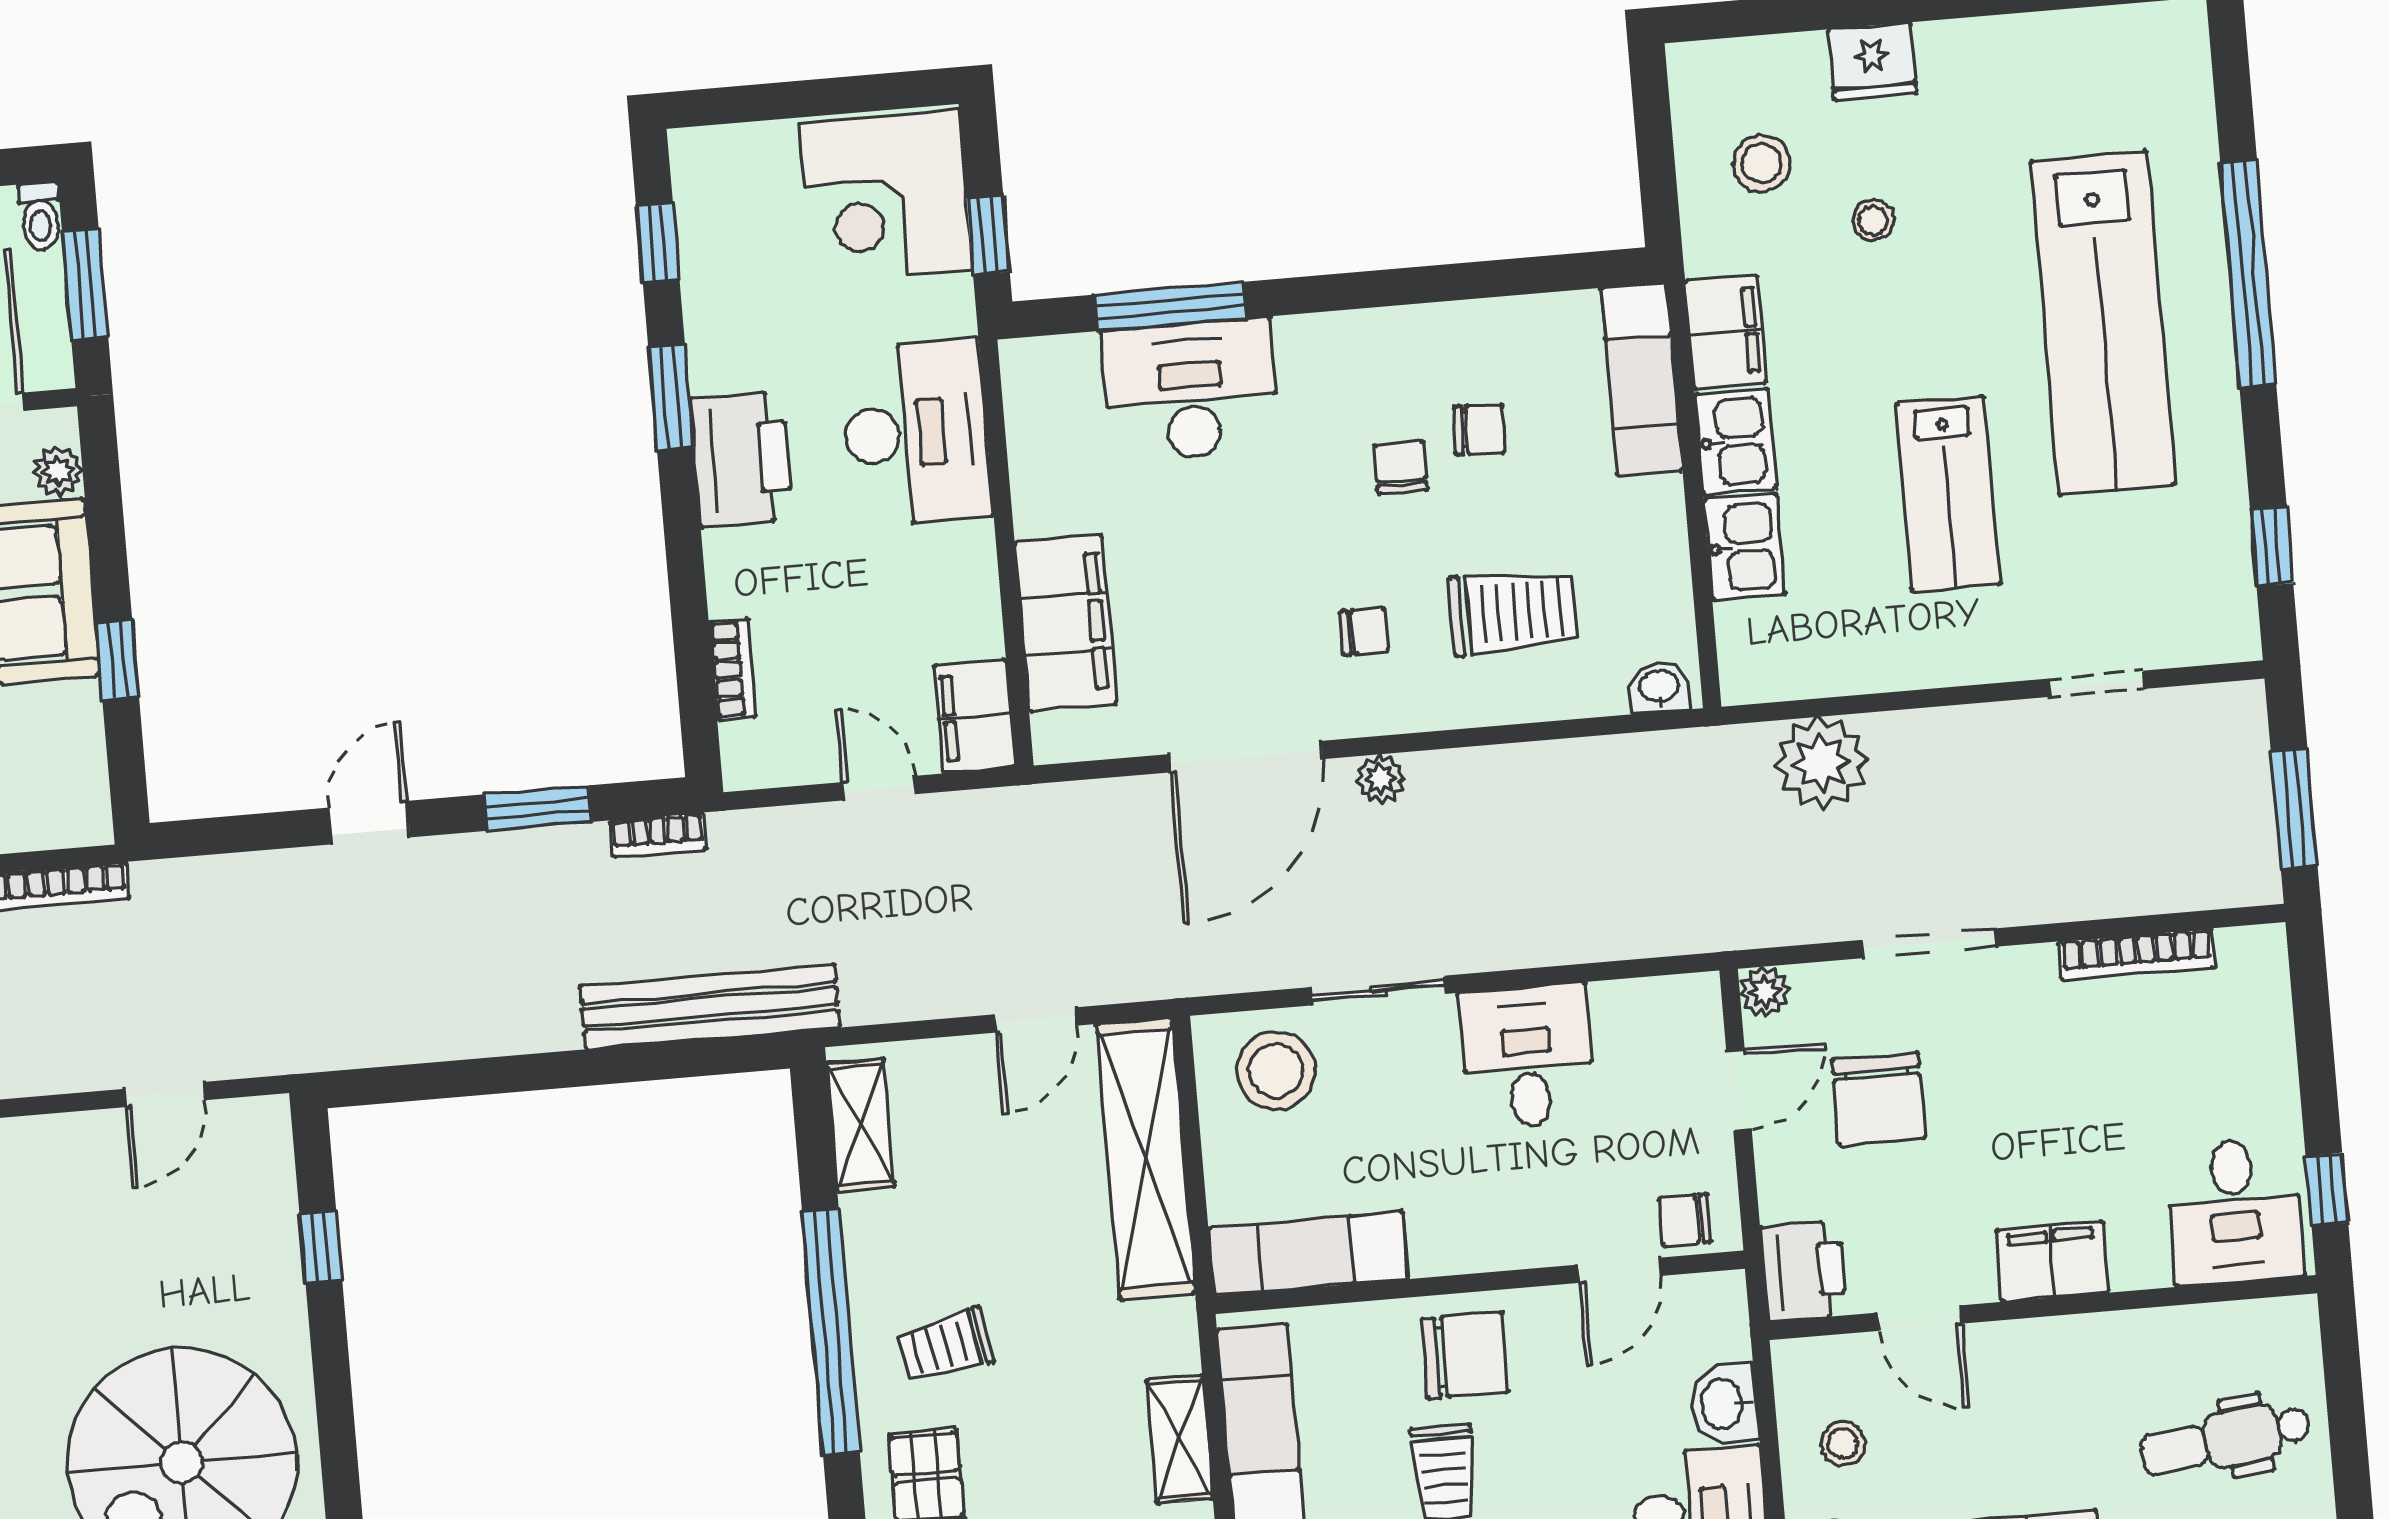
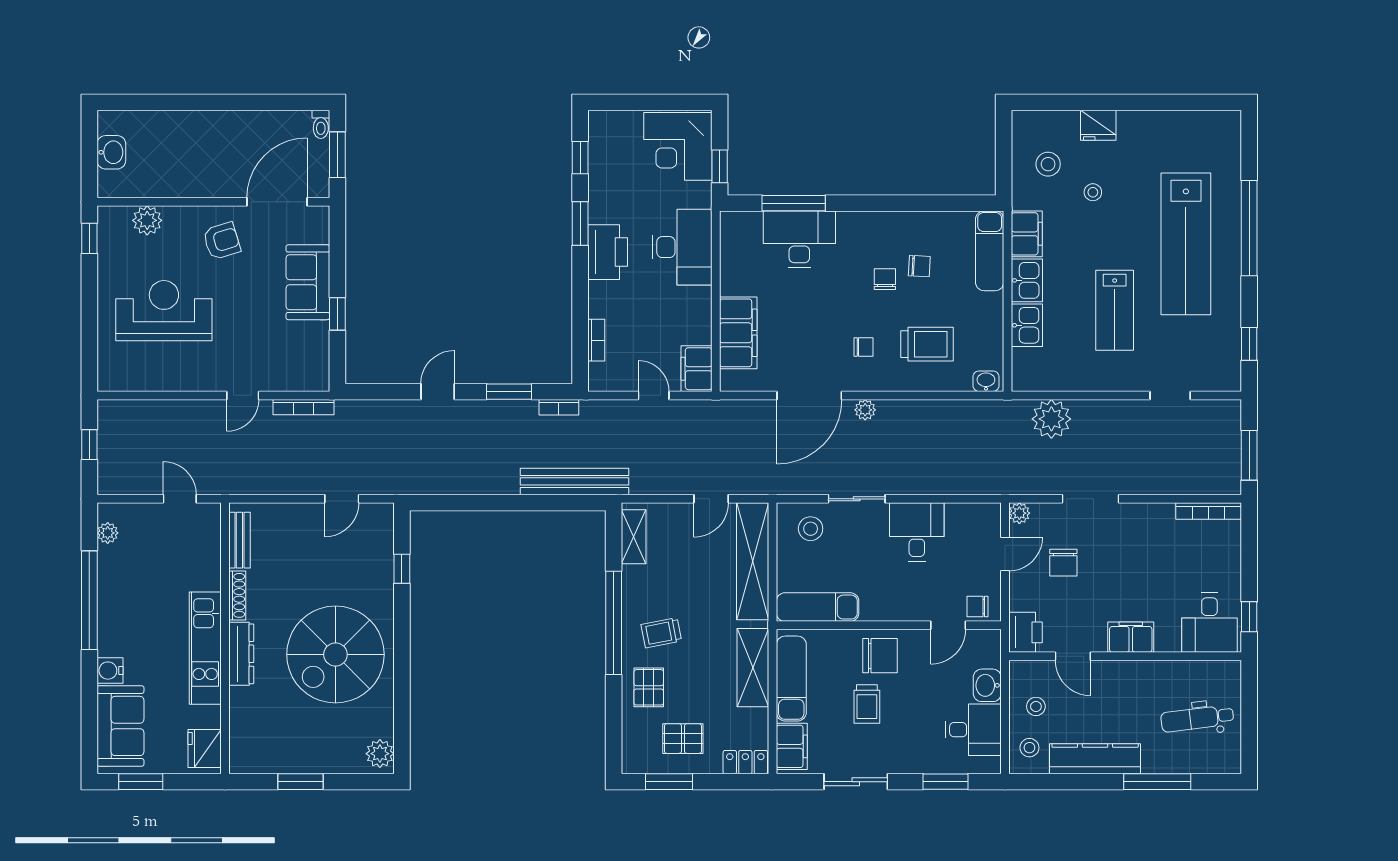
plant: (58, 471) -> (319, 232), removed
bookcase: (2137, 955) -> (1209, 511), moved
stool: (1276, 1070) -> (811, 529), width x0.73, depth x0.73
chair: (1879, 1099) -> (1063, 563), width x0.73, depth x0.73
shelving: (1180, 1439) -> (753, 668), width x1.50, depth x1.33

